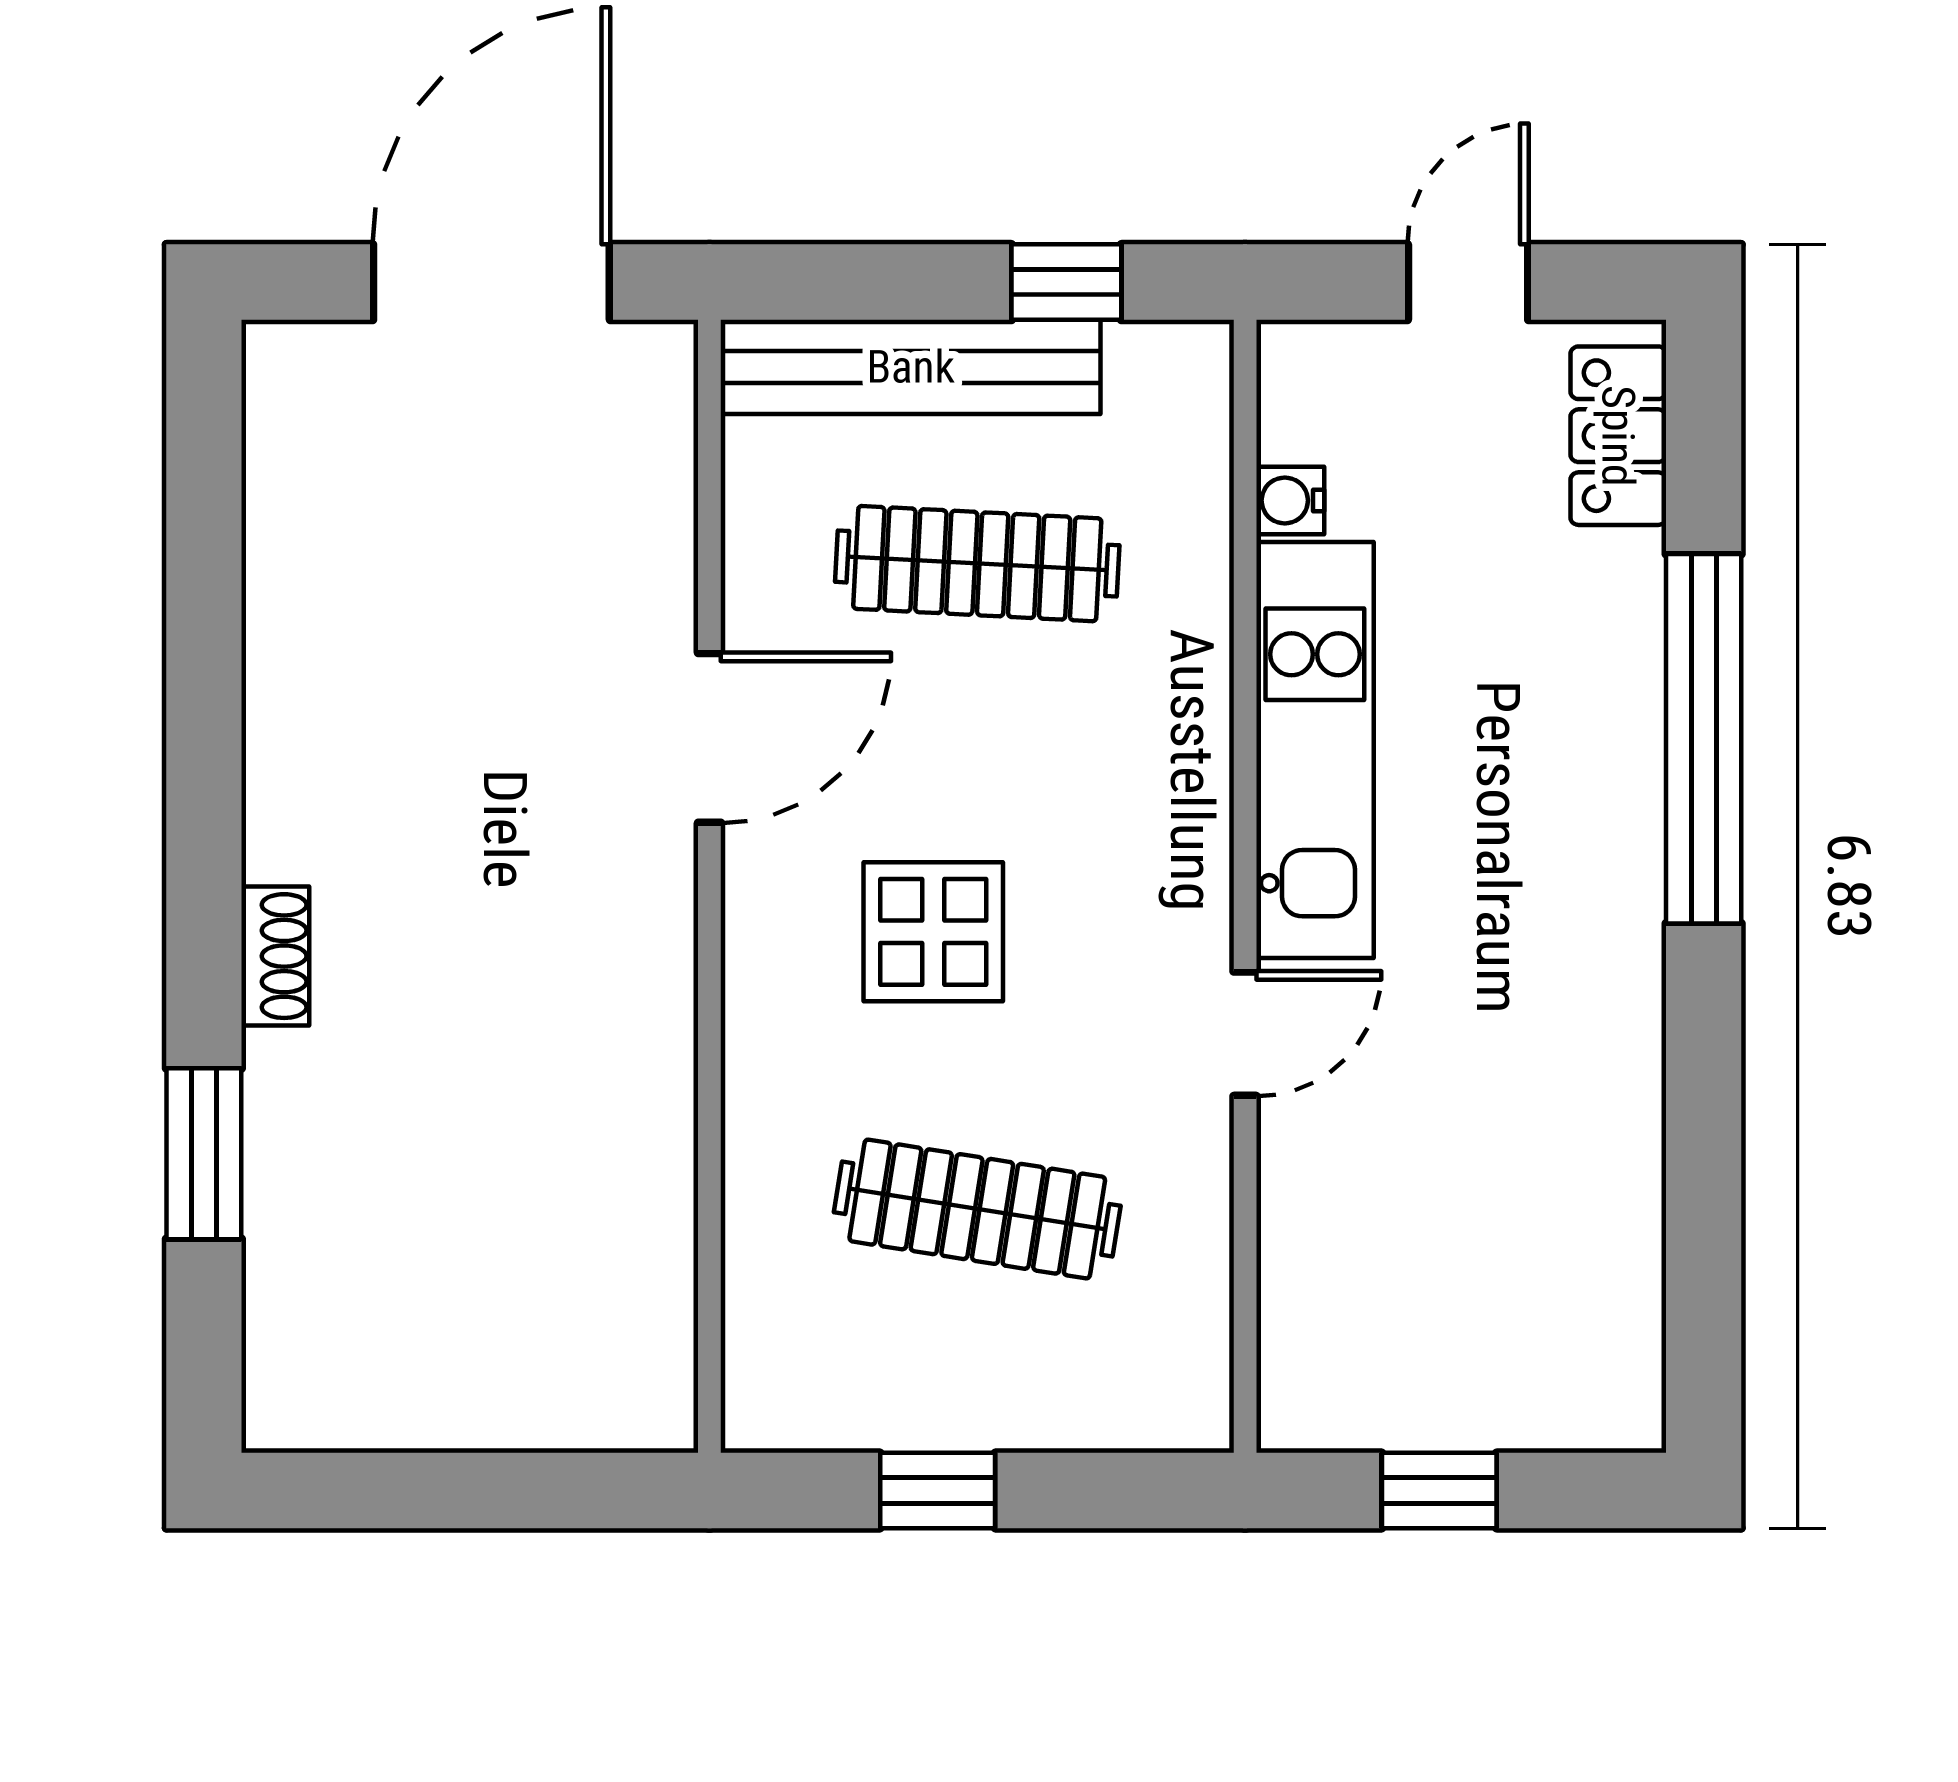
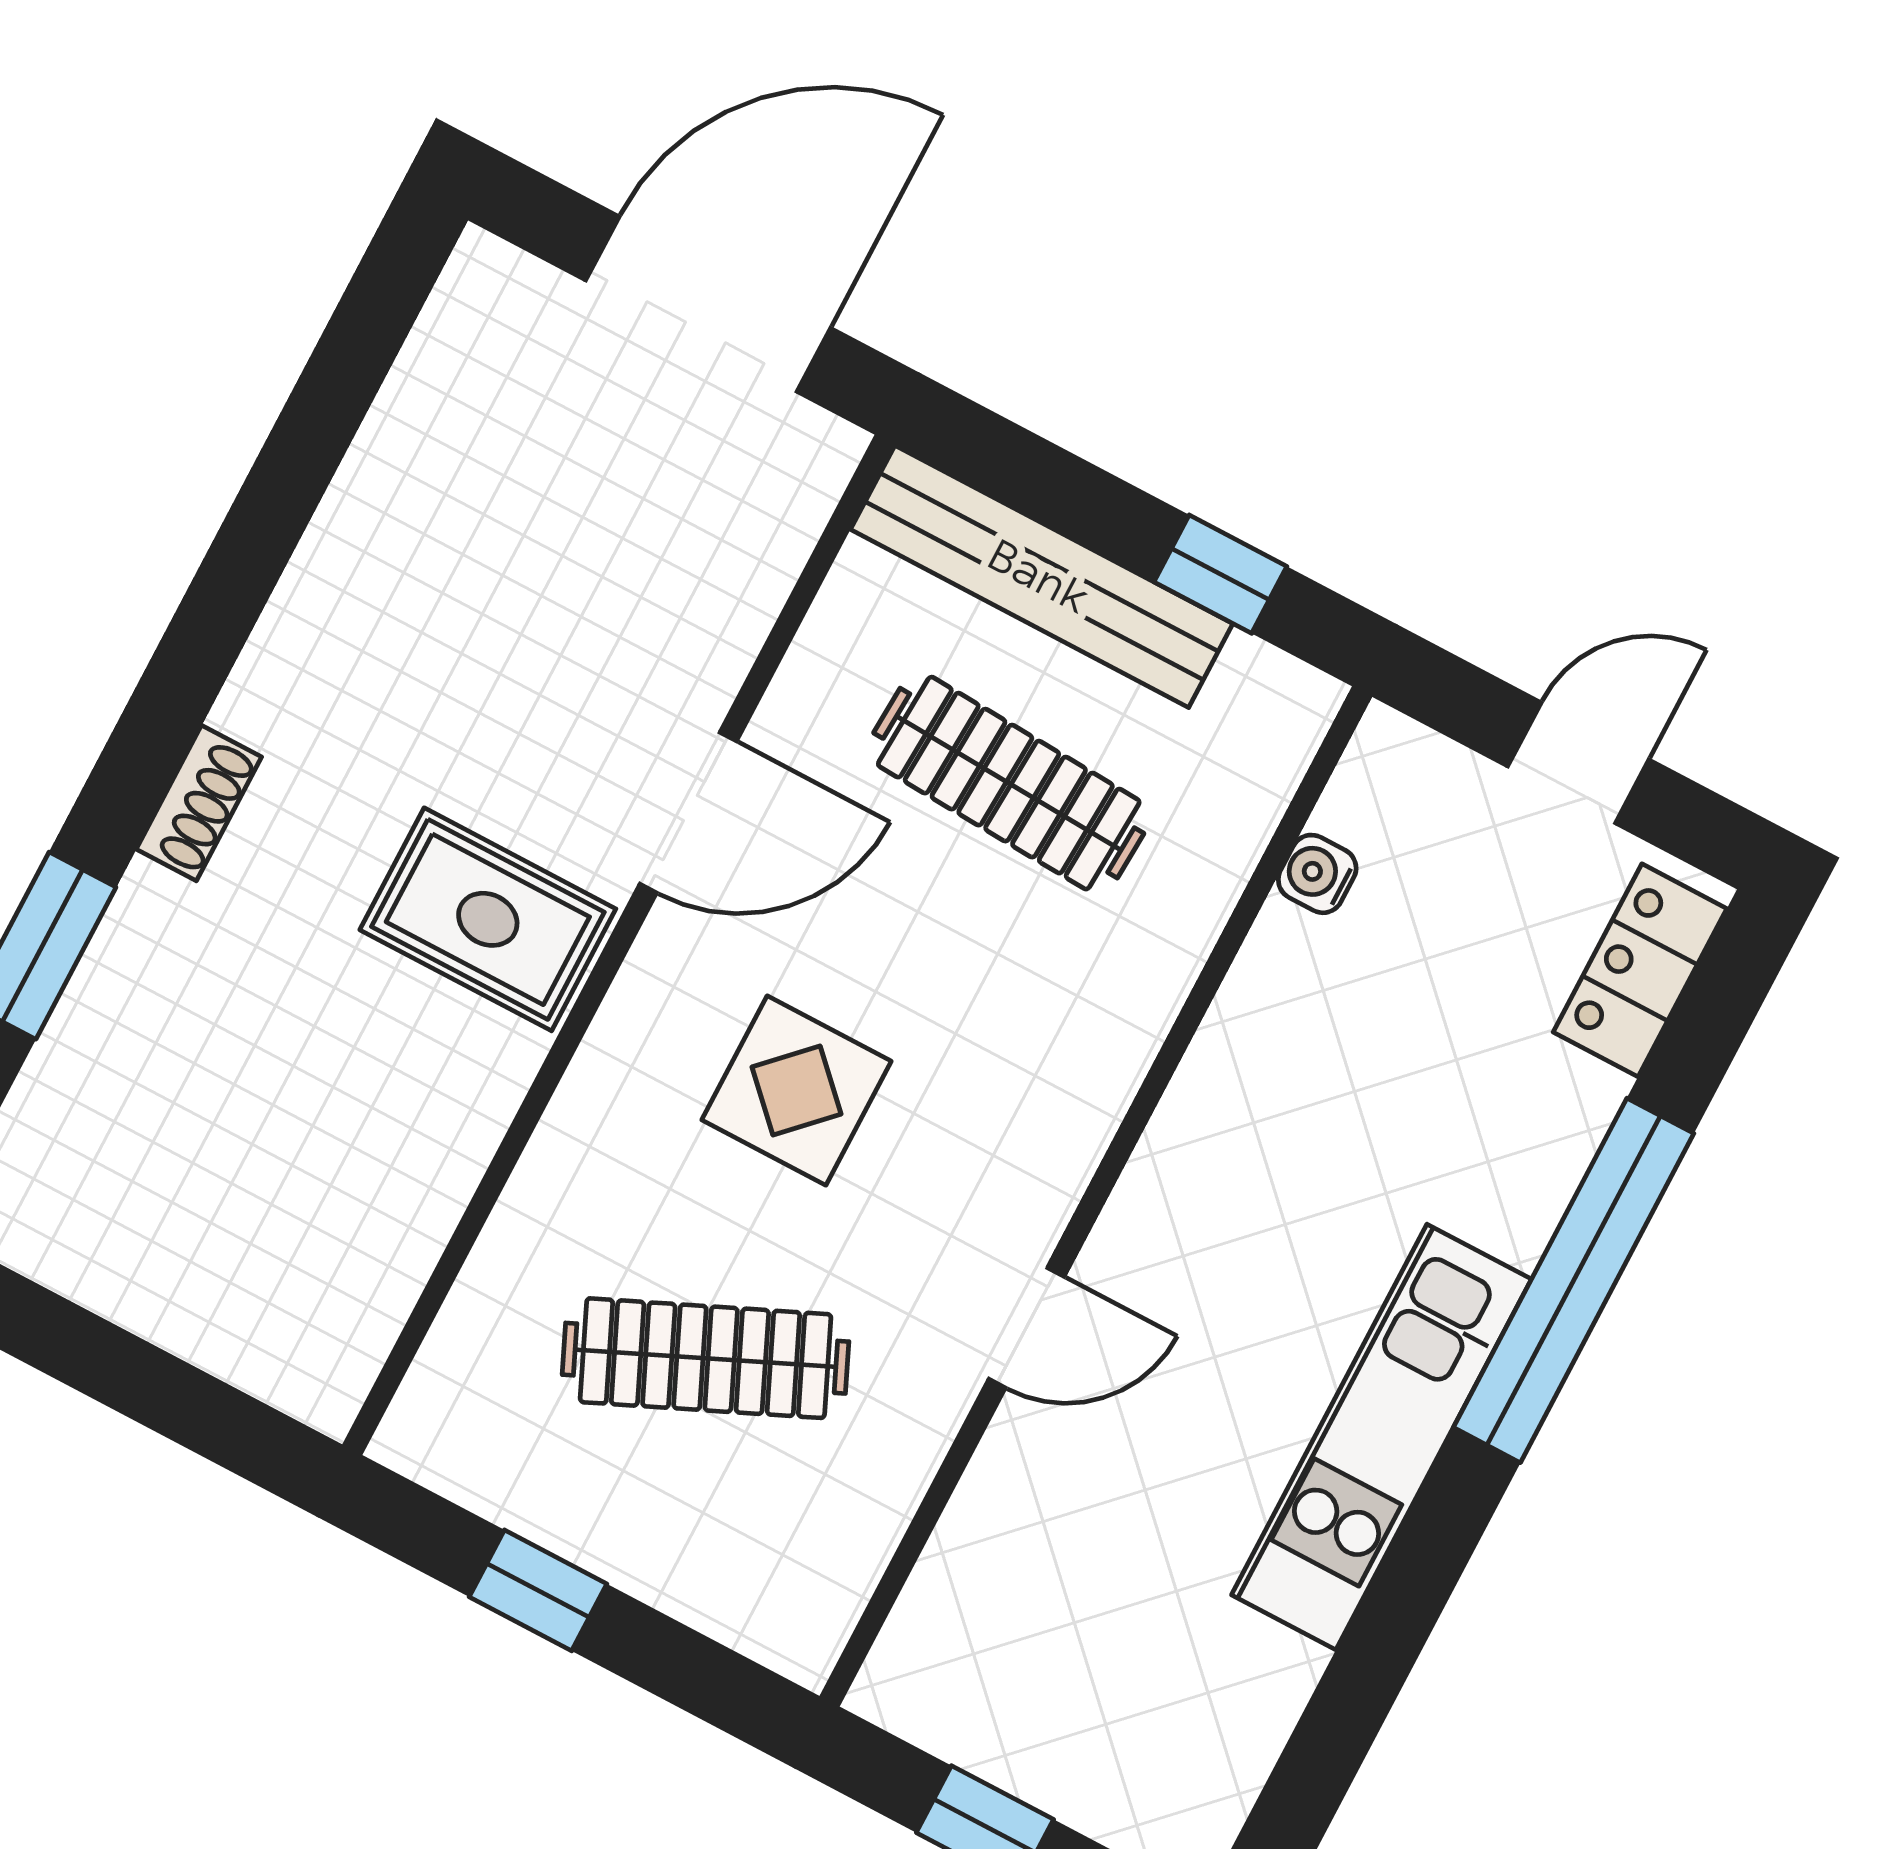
kitchen unit: (1315, 750) -> (1381, 1437), moved, turned 180
rug: (583, 924) -> (488, 919), added
clothes rail: (977, 1209) -> (706, 1358), turned -33

